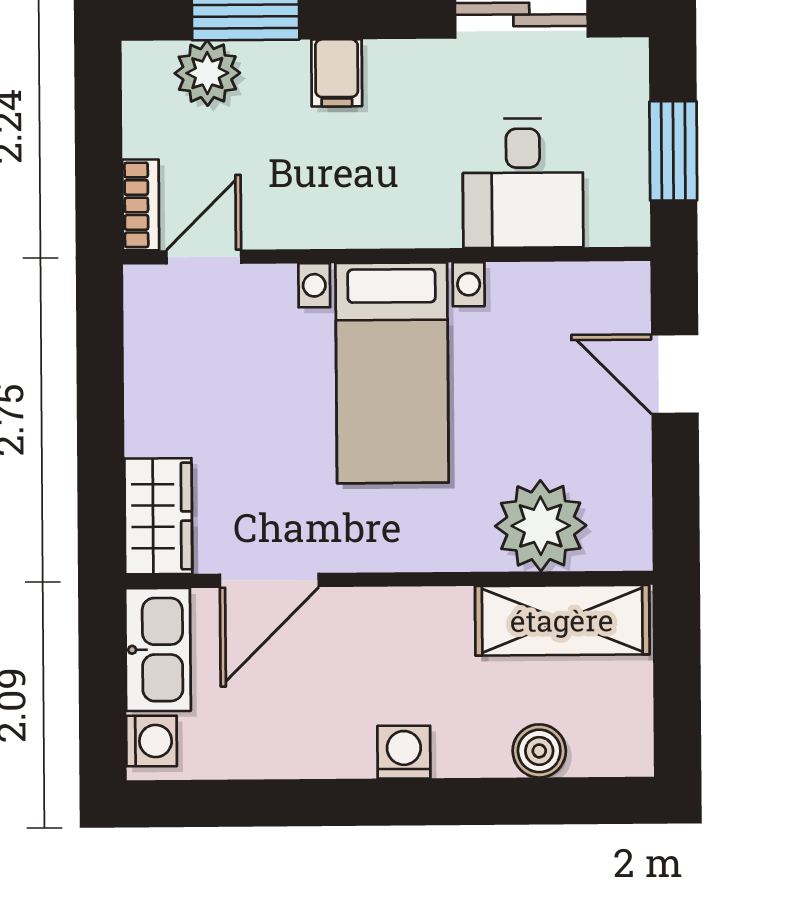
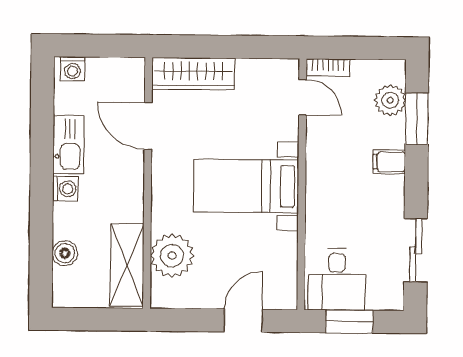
desk: (523, 183) -> (337, 279), moved, turned -90
wardrobe: (158, 516) -> (193, 74), width x1.50
kitchen sink: (158, 650) -> (69, 145), moved, turned -90

